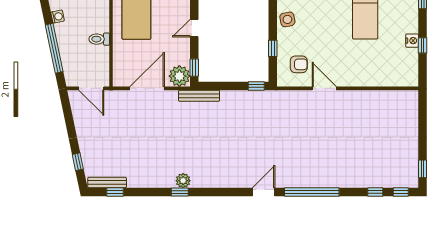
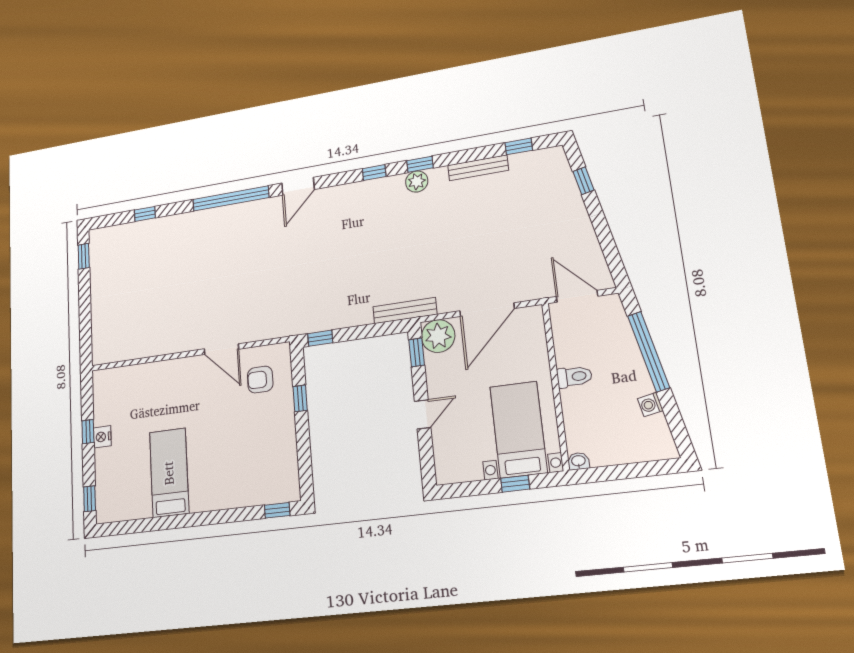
side table: (287, 19) -> (281, 446), removed
bench: (107, 183) -> (478, 168), moved
window: (401, 192) -> (374, 173), moved

